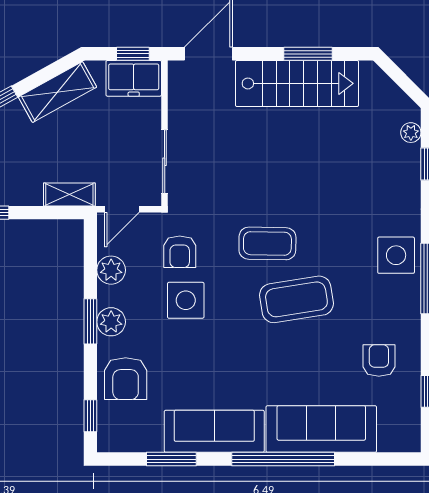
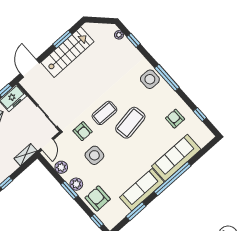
armchair: (180, 252) -> (83, 131), moved
armchair: (126, 379) -> (98, 198), turned 180

